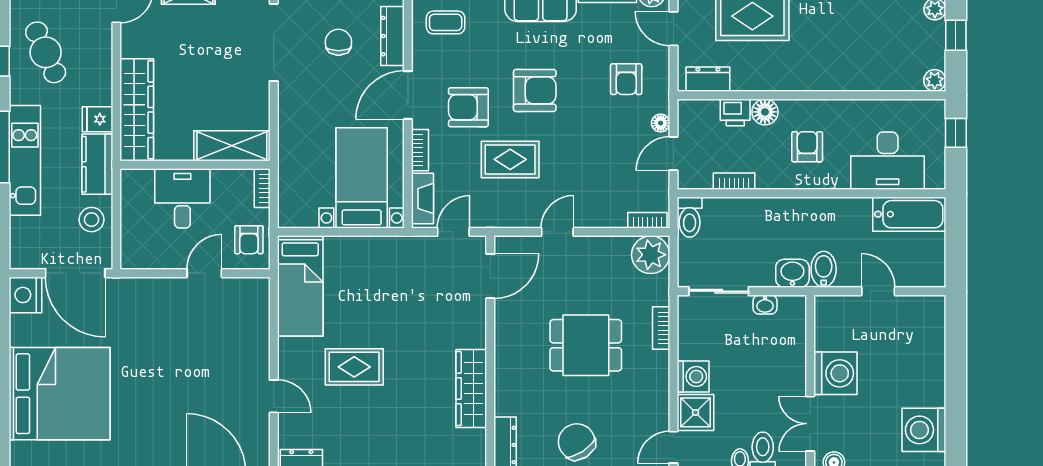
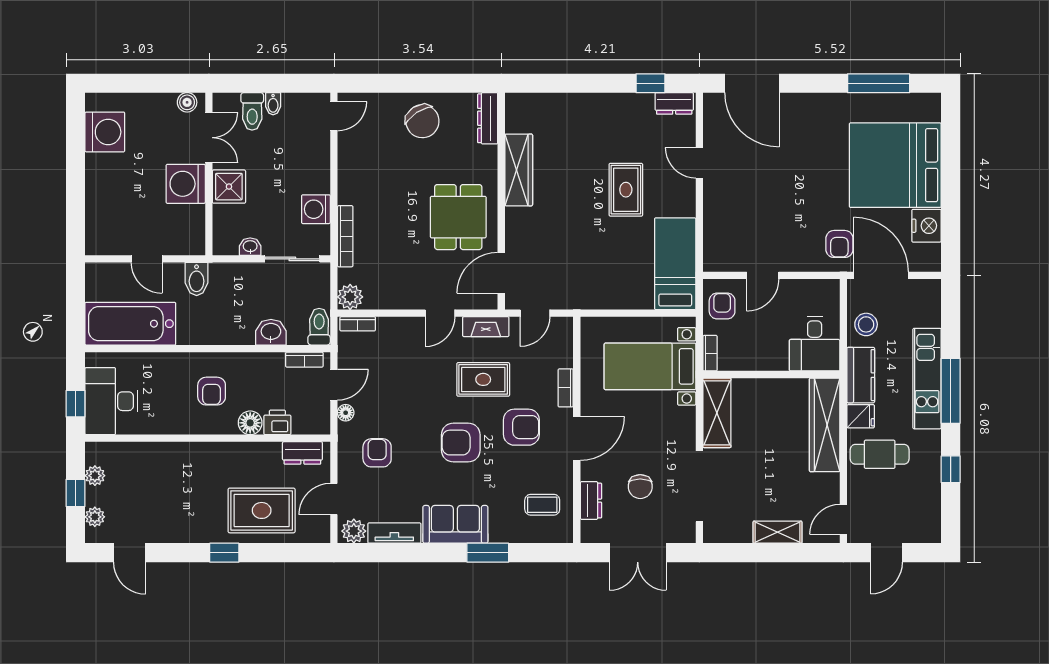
door: (673, 29) -> (334, 499), swing flipped
dresser: (392, 36) -> (591, 501), width x0.70
cafe table: (46, 52) -> (880, 454), moved, turned -66
plant: (935, 80) -> (95, 476), moved
shelving: (232, 146) -> (717, 413), moved, turned 90
desk: (888, 161) -> (111, 401), moved, turned -90
bed with nightstands: (362, 178) -> (650, 366), moved, turned 90
bookcase: (734, 181) -> (304, 360), moved
desk: (182, 198) -> (815, 344), moved
fireplace: (423, 198) -> (486, 327), moved, turned -90
bathtub: (909, 214) -> (130, 324), width x1.36, depth x1.36
plant: (651, 255) -> (350, 297), width x0.73, depth x0.73
washbasin: (792, 273) -> (271, 332), moved, turned 180
nightstand: (25, 295) -> (926, 226), moved
armchair: (121, 308) -> (839, 244), added
bookcase: (661, 328) -> (345, 236), width x1.56
dining table: (586, 345) -> (458, 217), moved, turned 90
rug: (354, 367) -> (626, 190), turned 90
washing machine: (693, 377) -> (316, 209), moved
shower: (696, 412) -> (229, 187), moved

